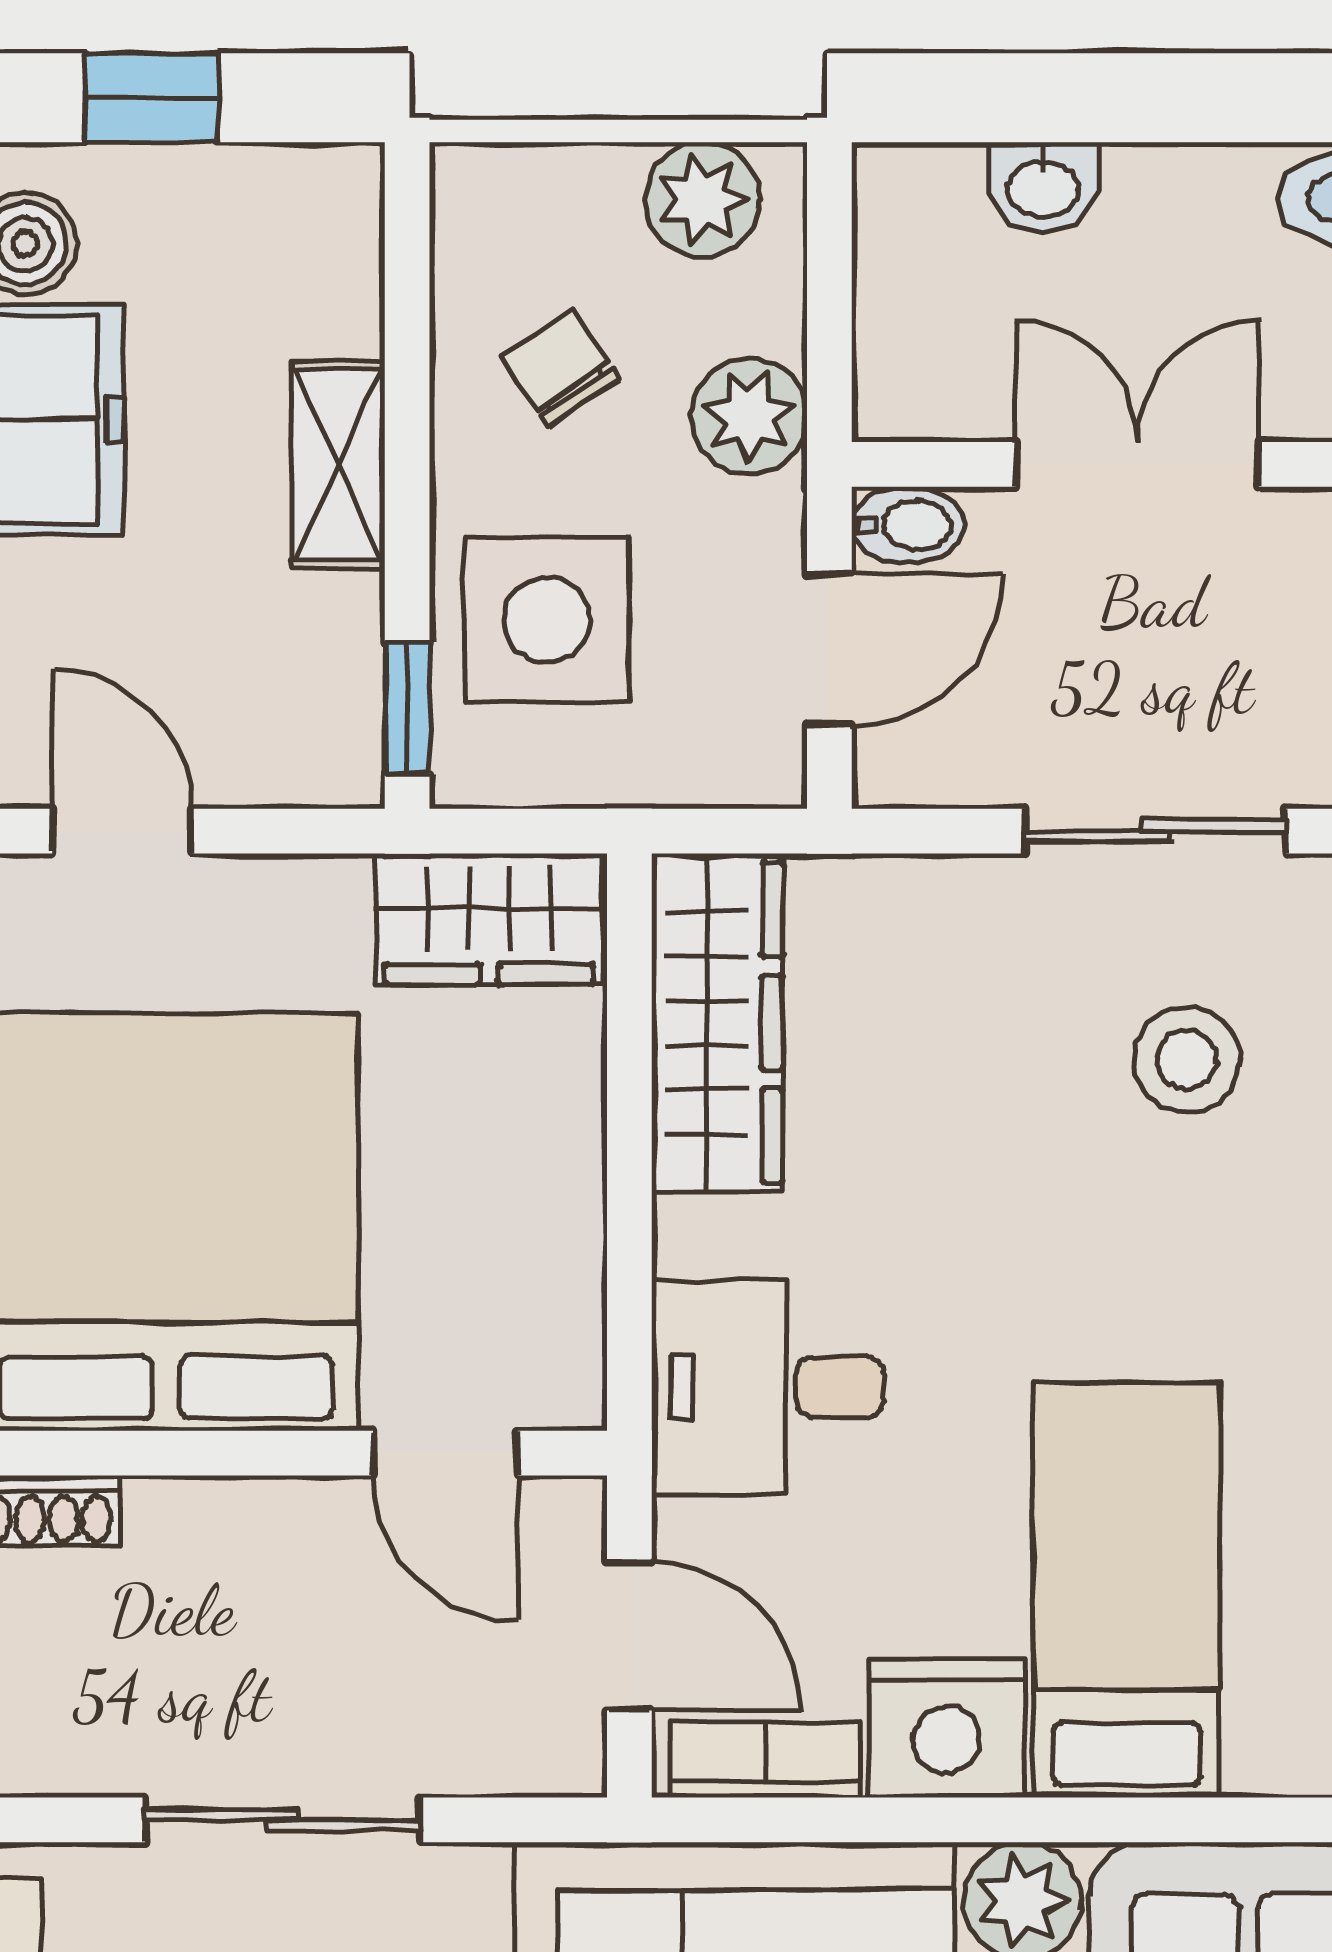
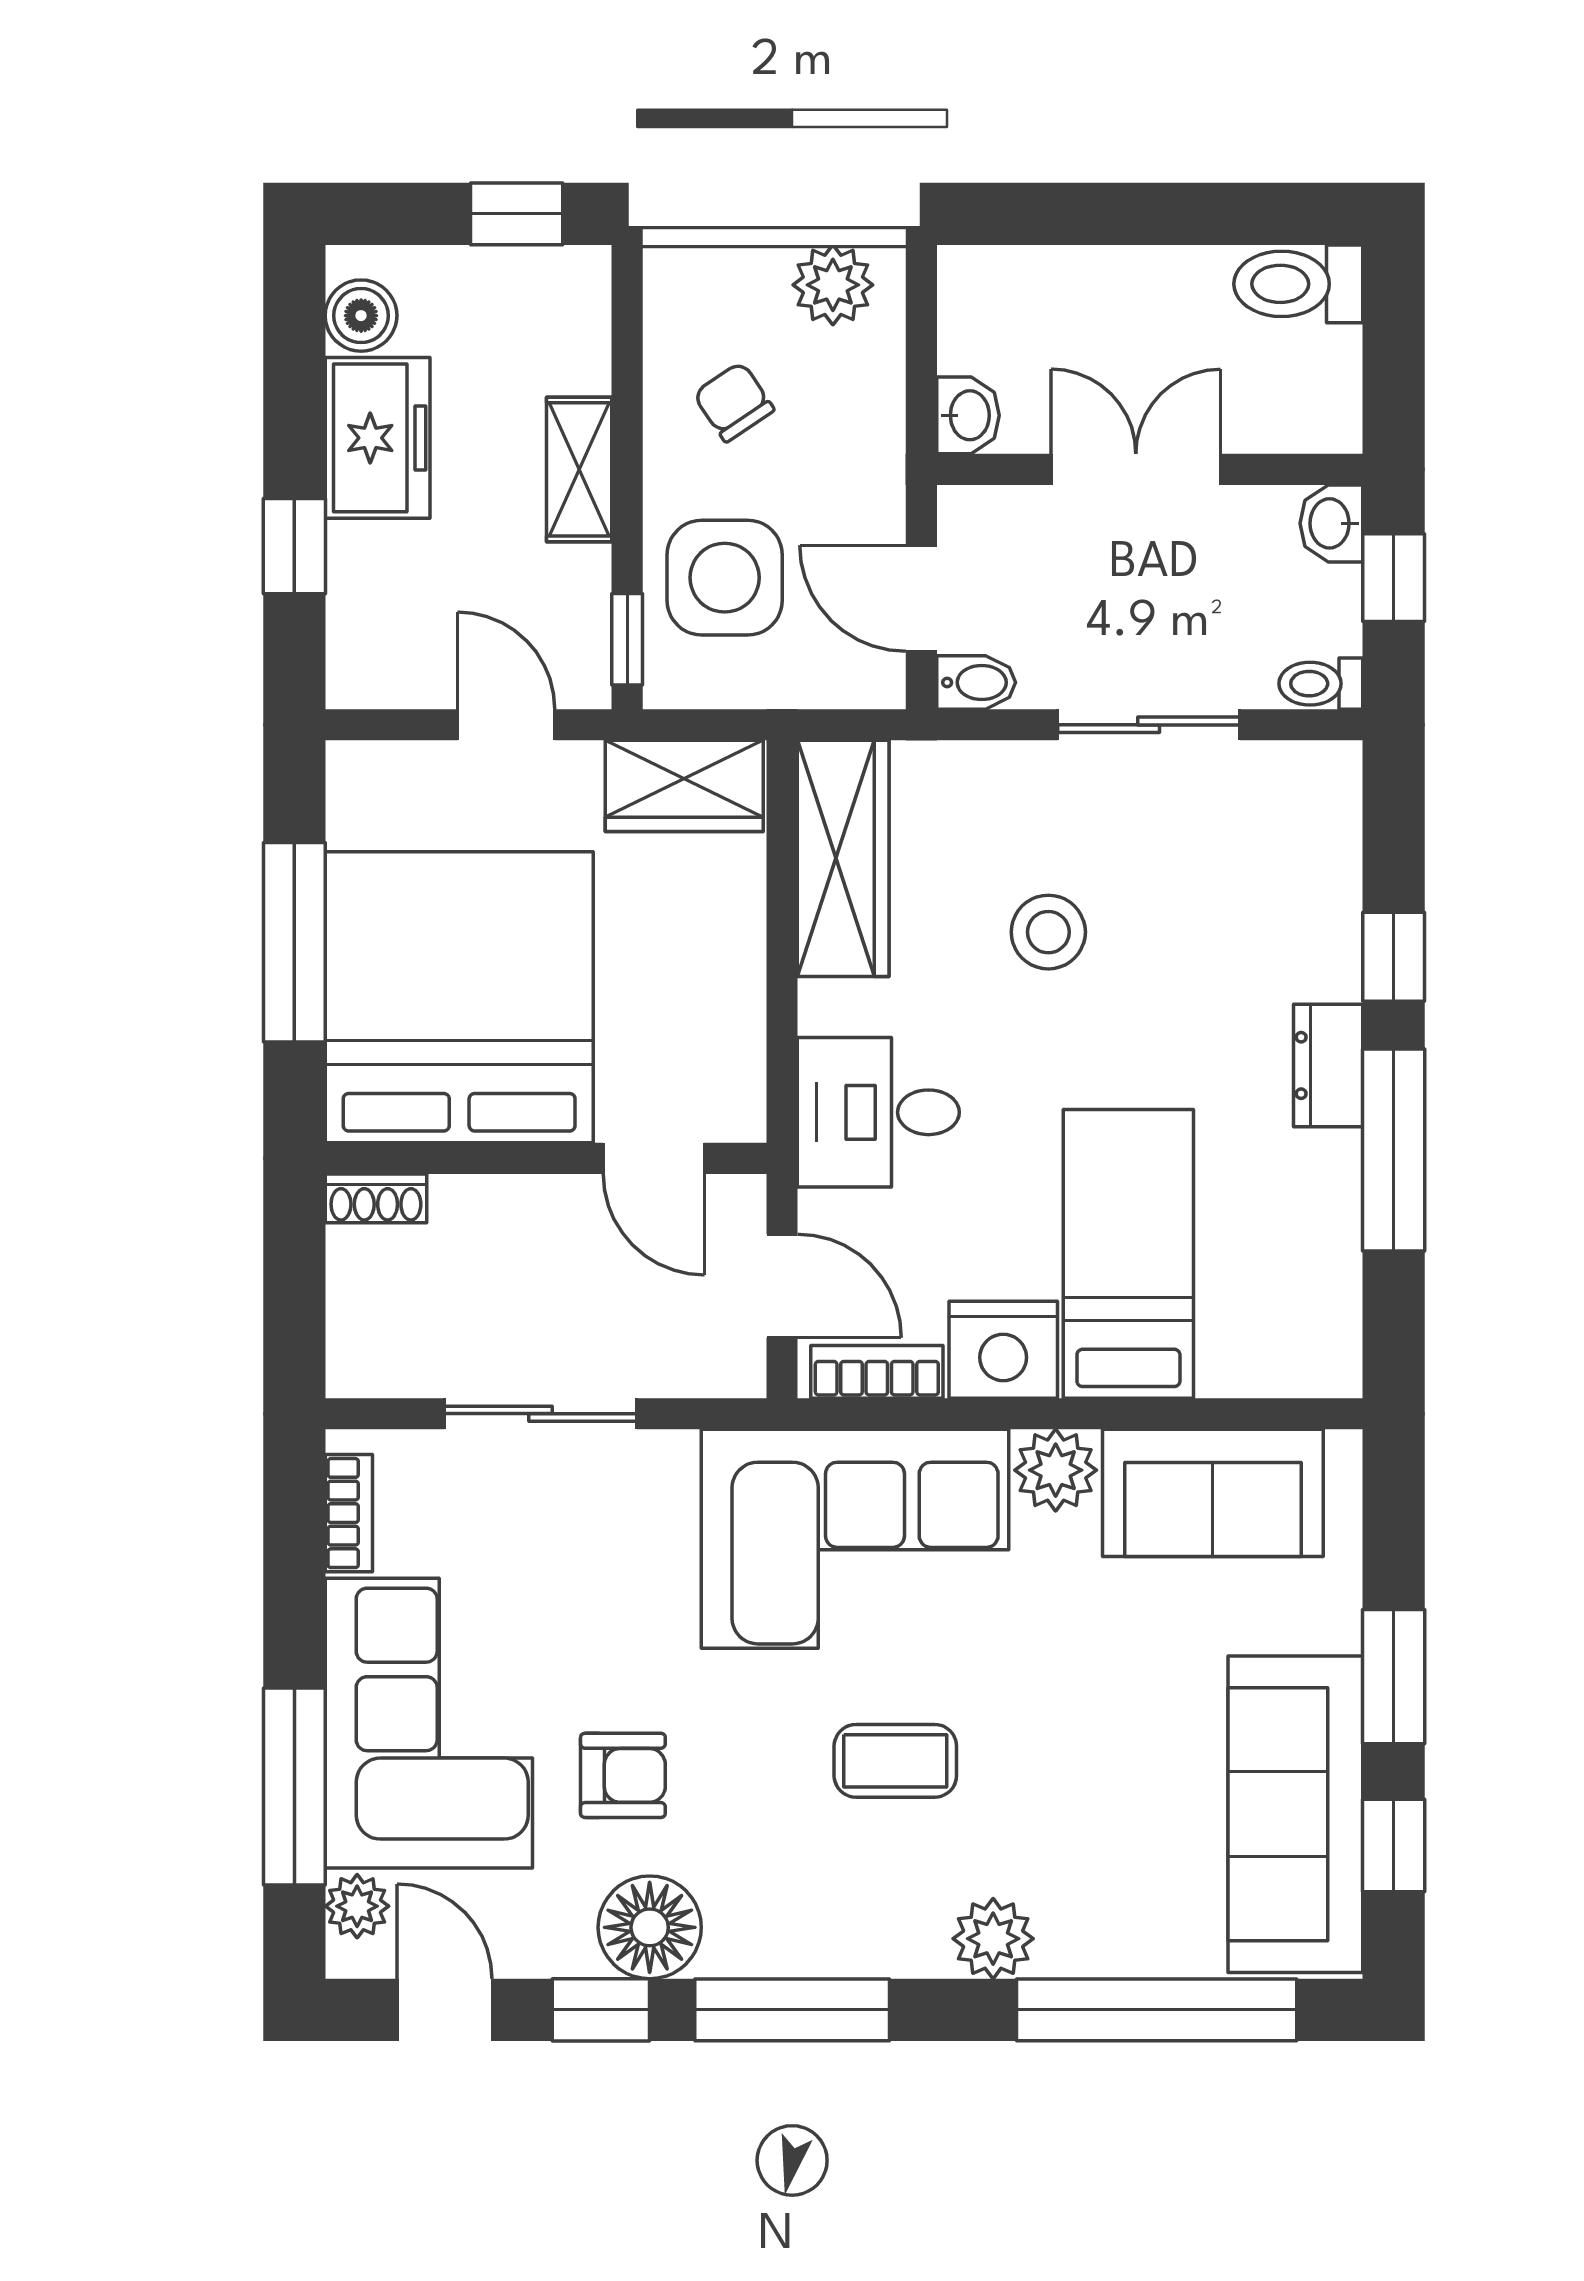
window: (151, 98) -> (517, 214), moved
washbasin: (1043, 187) -> (968, 415), moved, turned -90
plant: (749, 416) -> (865, 436), removed
bidet: (908, 525) -> (976, 682), moved
door: (829, 650) -> (921, 598), swing flipped
door: (122, 831) -> (506, 725), moved
stool: (1187, 1059) -> (1048, 932), moved

